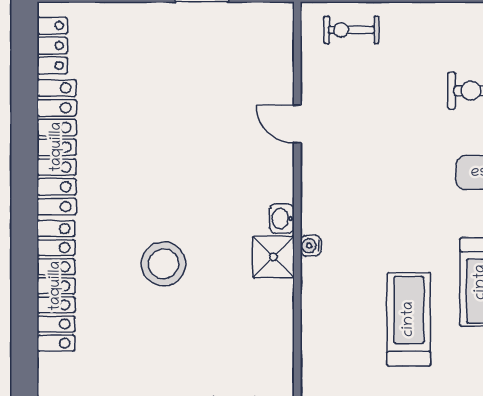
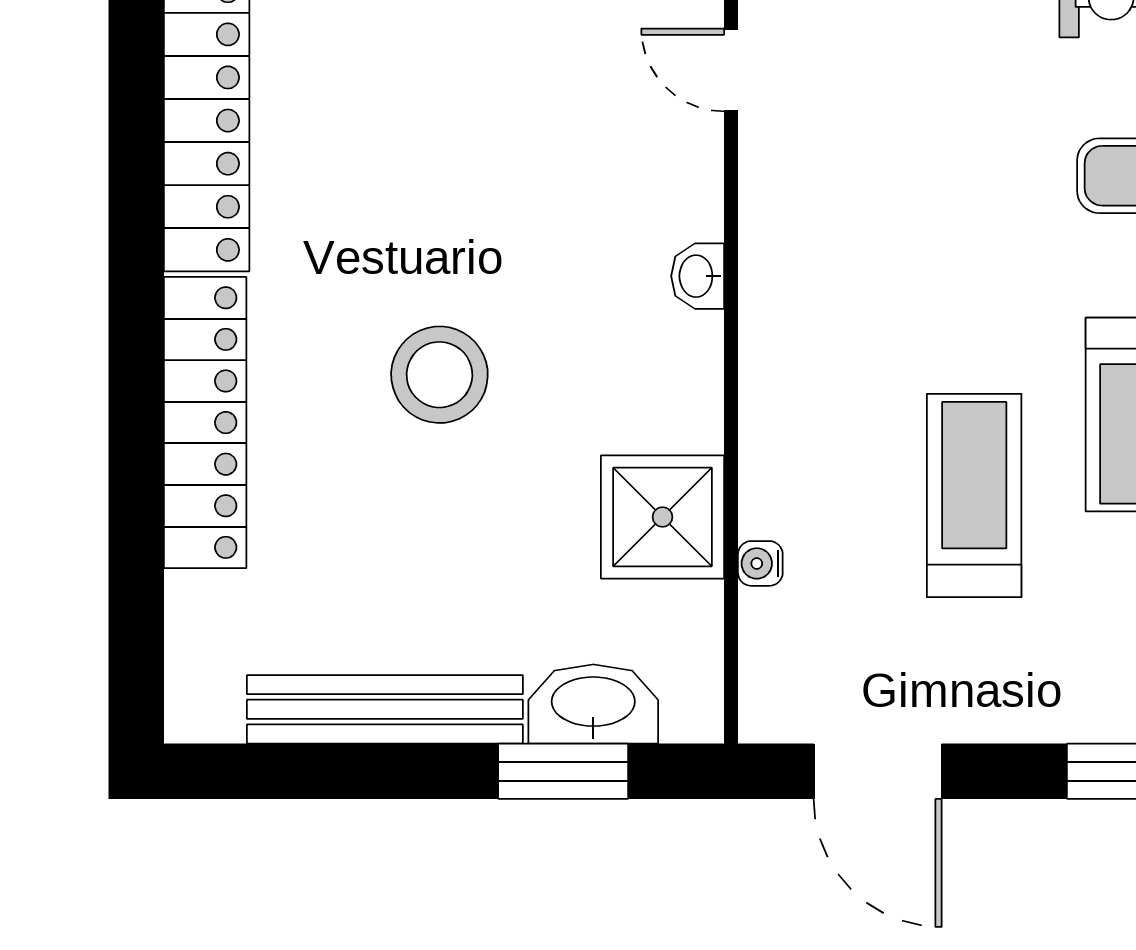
water cooler: (311, 246) -> (760, 563), moved
shower: (273, 257) -> (662, 517), moved, width x1.36, depth x1.36

